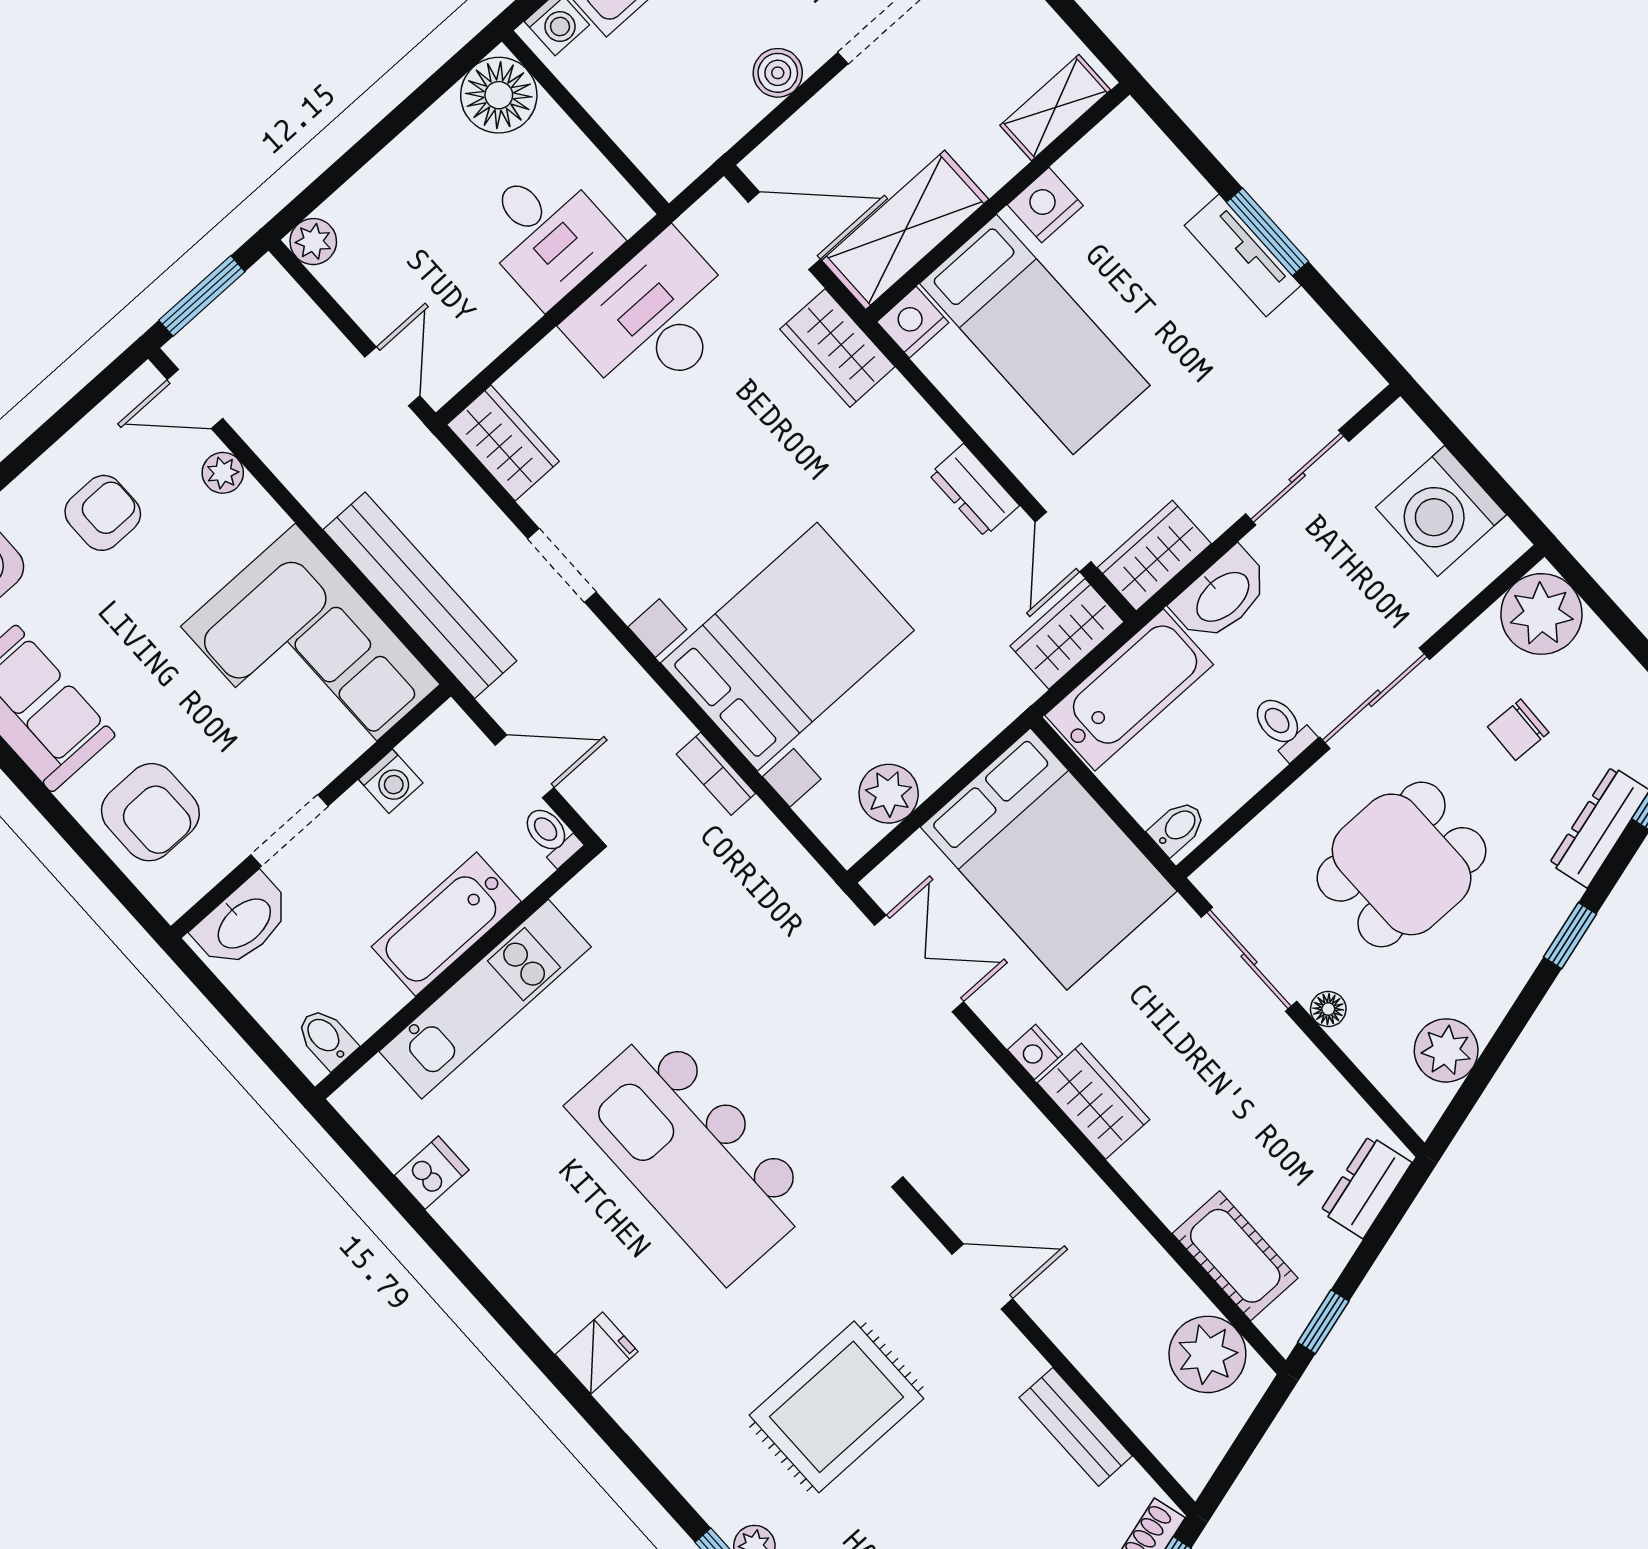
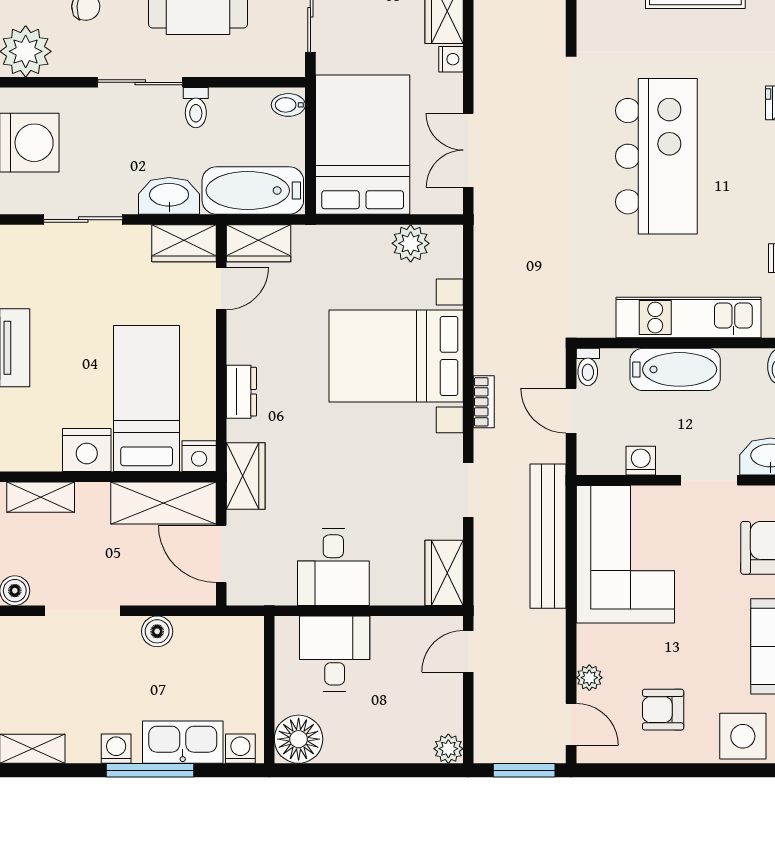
nightstand: (1045, 205) -> (87, 450), width x1.36, depth x1.33
desk: (655, 319) -> (333, 567), width x0.73
dresser: (974, 490) -> (241, 392), moved
bookcase: (716, 774) -> (484, 402), moved

